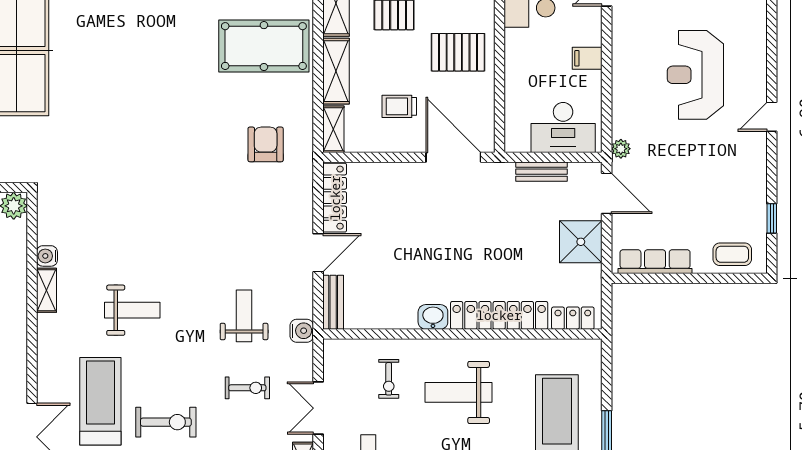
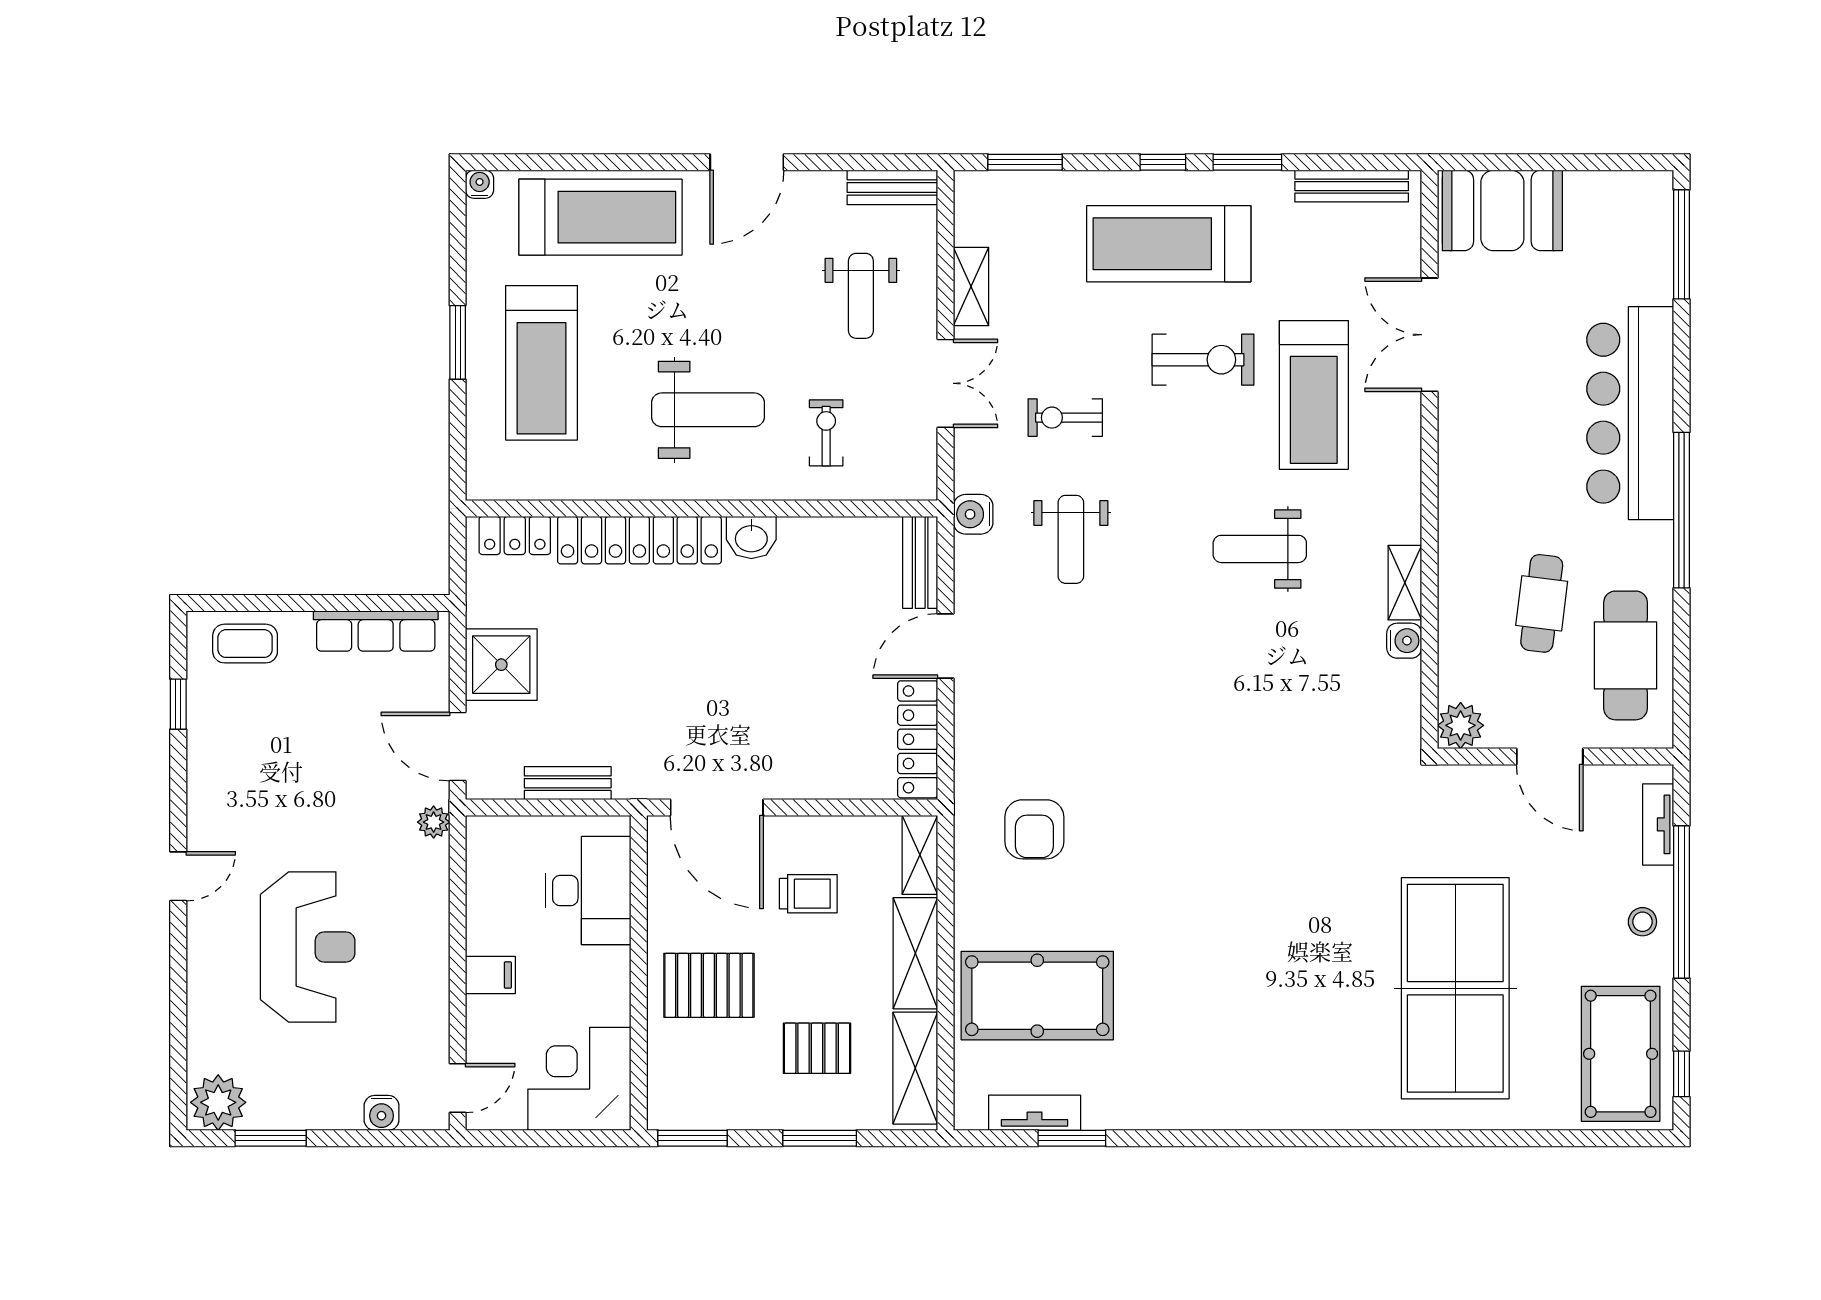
desk: (563, 127) -> (588, 891), moved, turned 90
exercise bike: (166, 422) -> (1203, 360), turned 180

